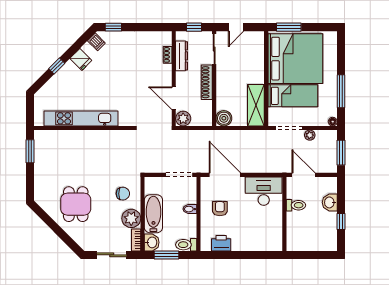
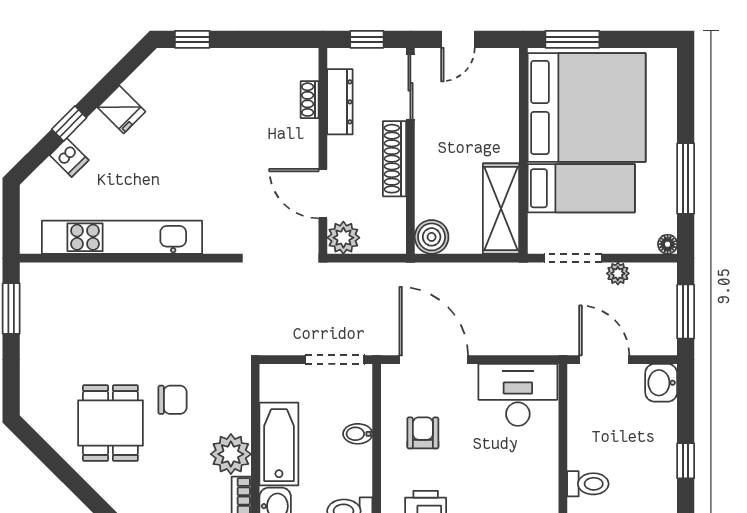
dishwasher: (96, 42) -> (69, 158), moved
chair: (123, 194) -> (173, 400), moved
washbasin: (330, 202) -> (661, 383), moved
toilet: (296, 205) -> (588, 484), moved

